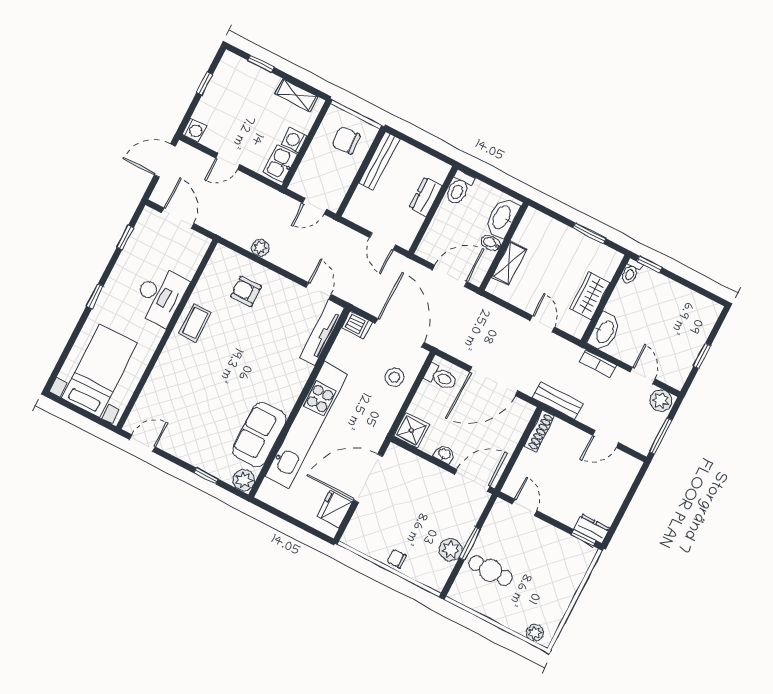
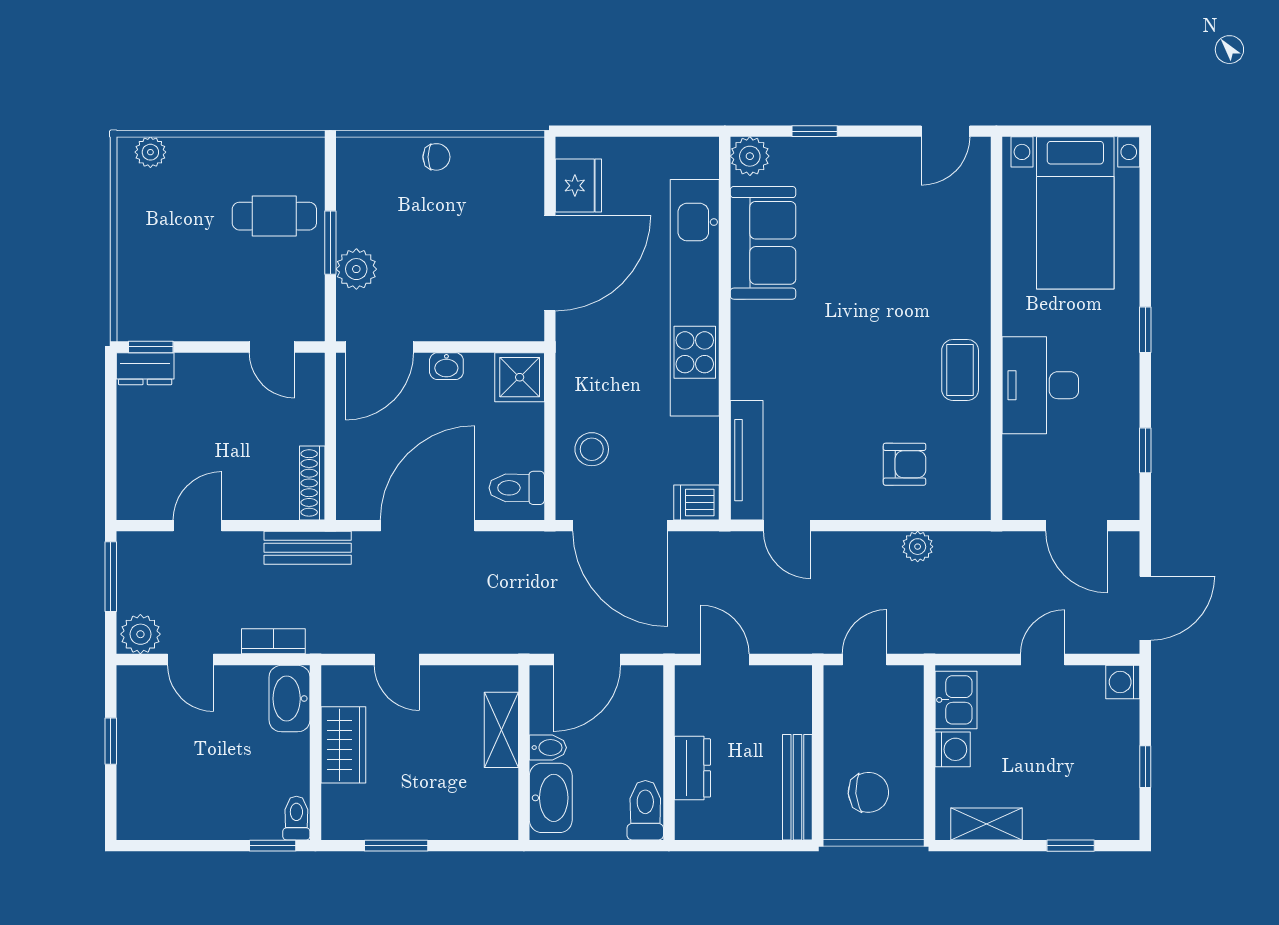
plant: (451, 550) -> (356, 269), moved

